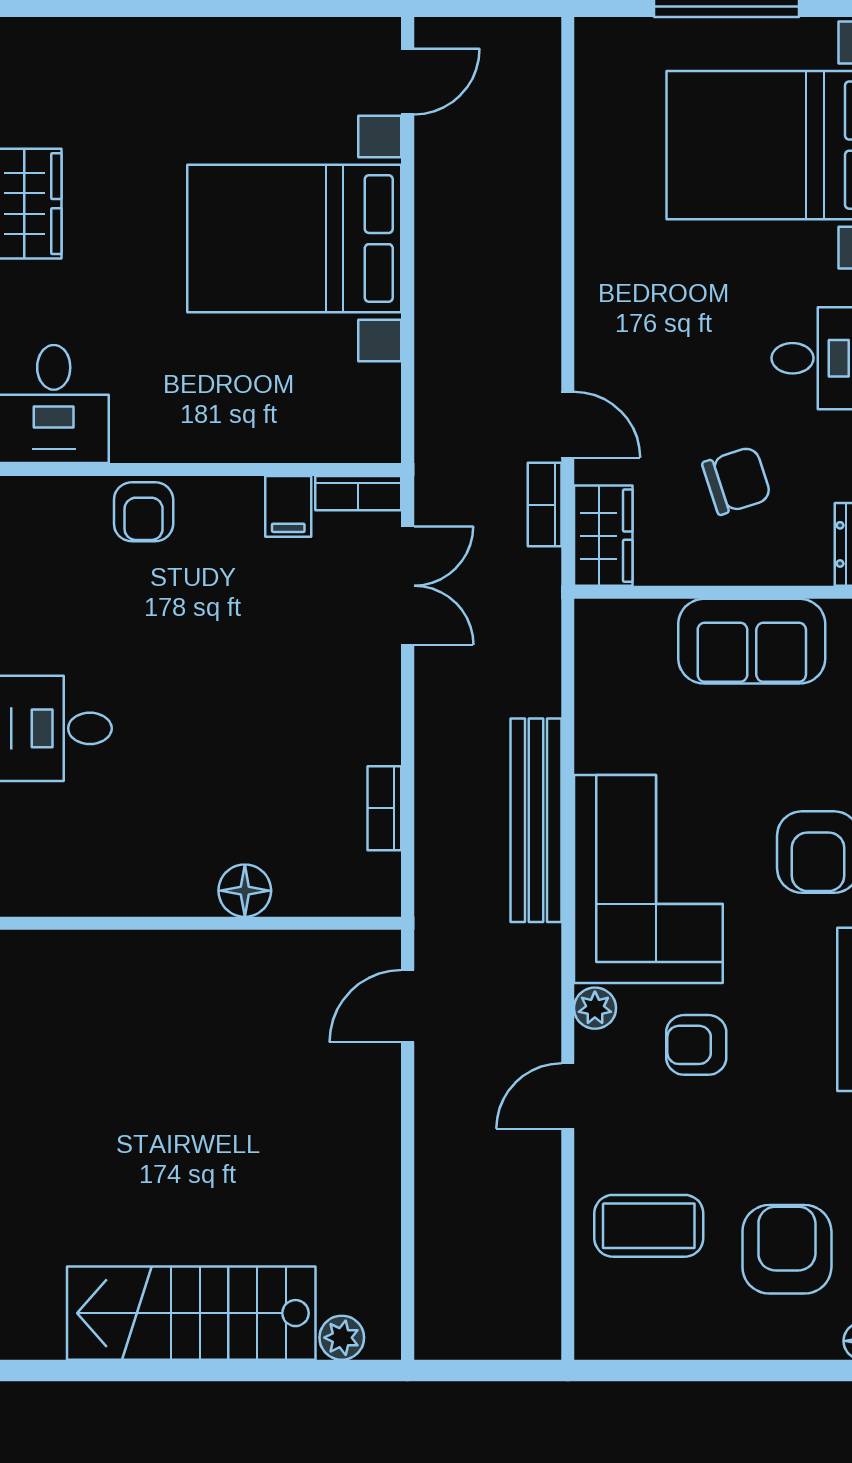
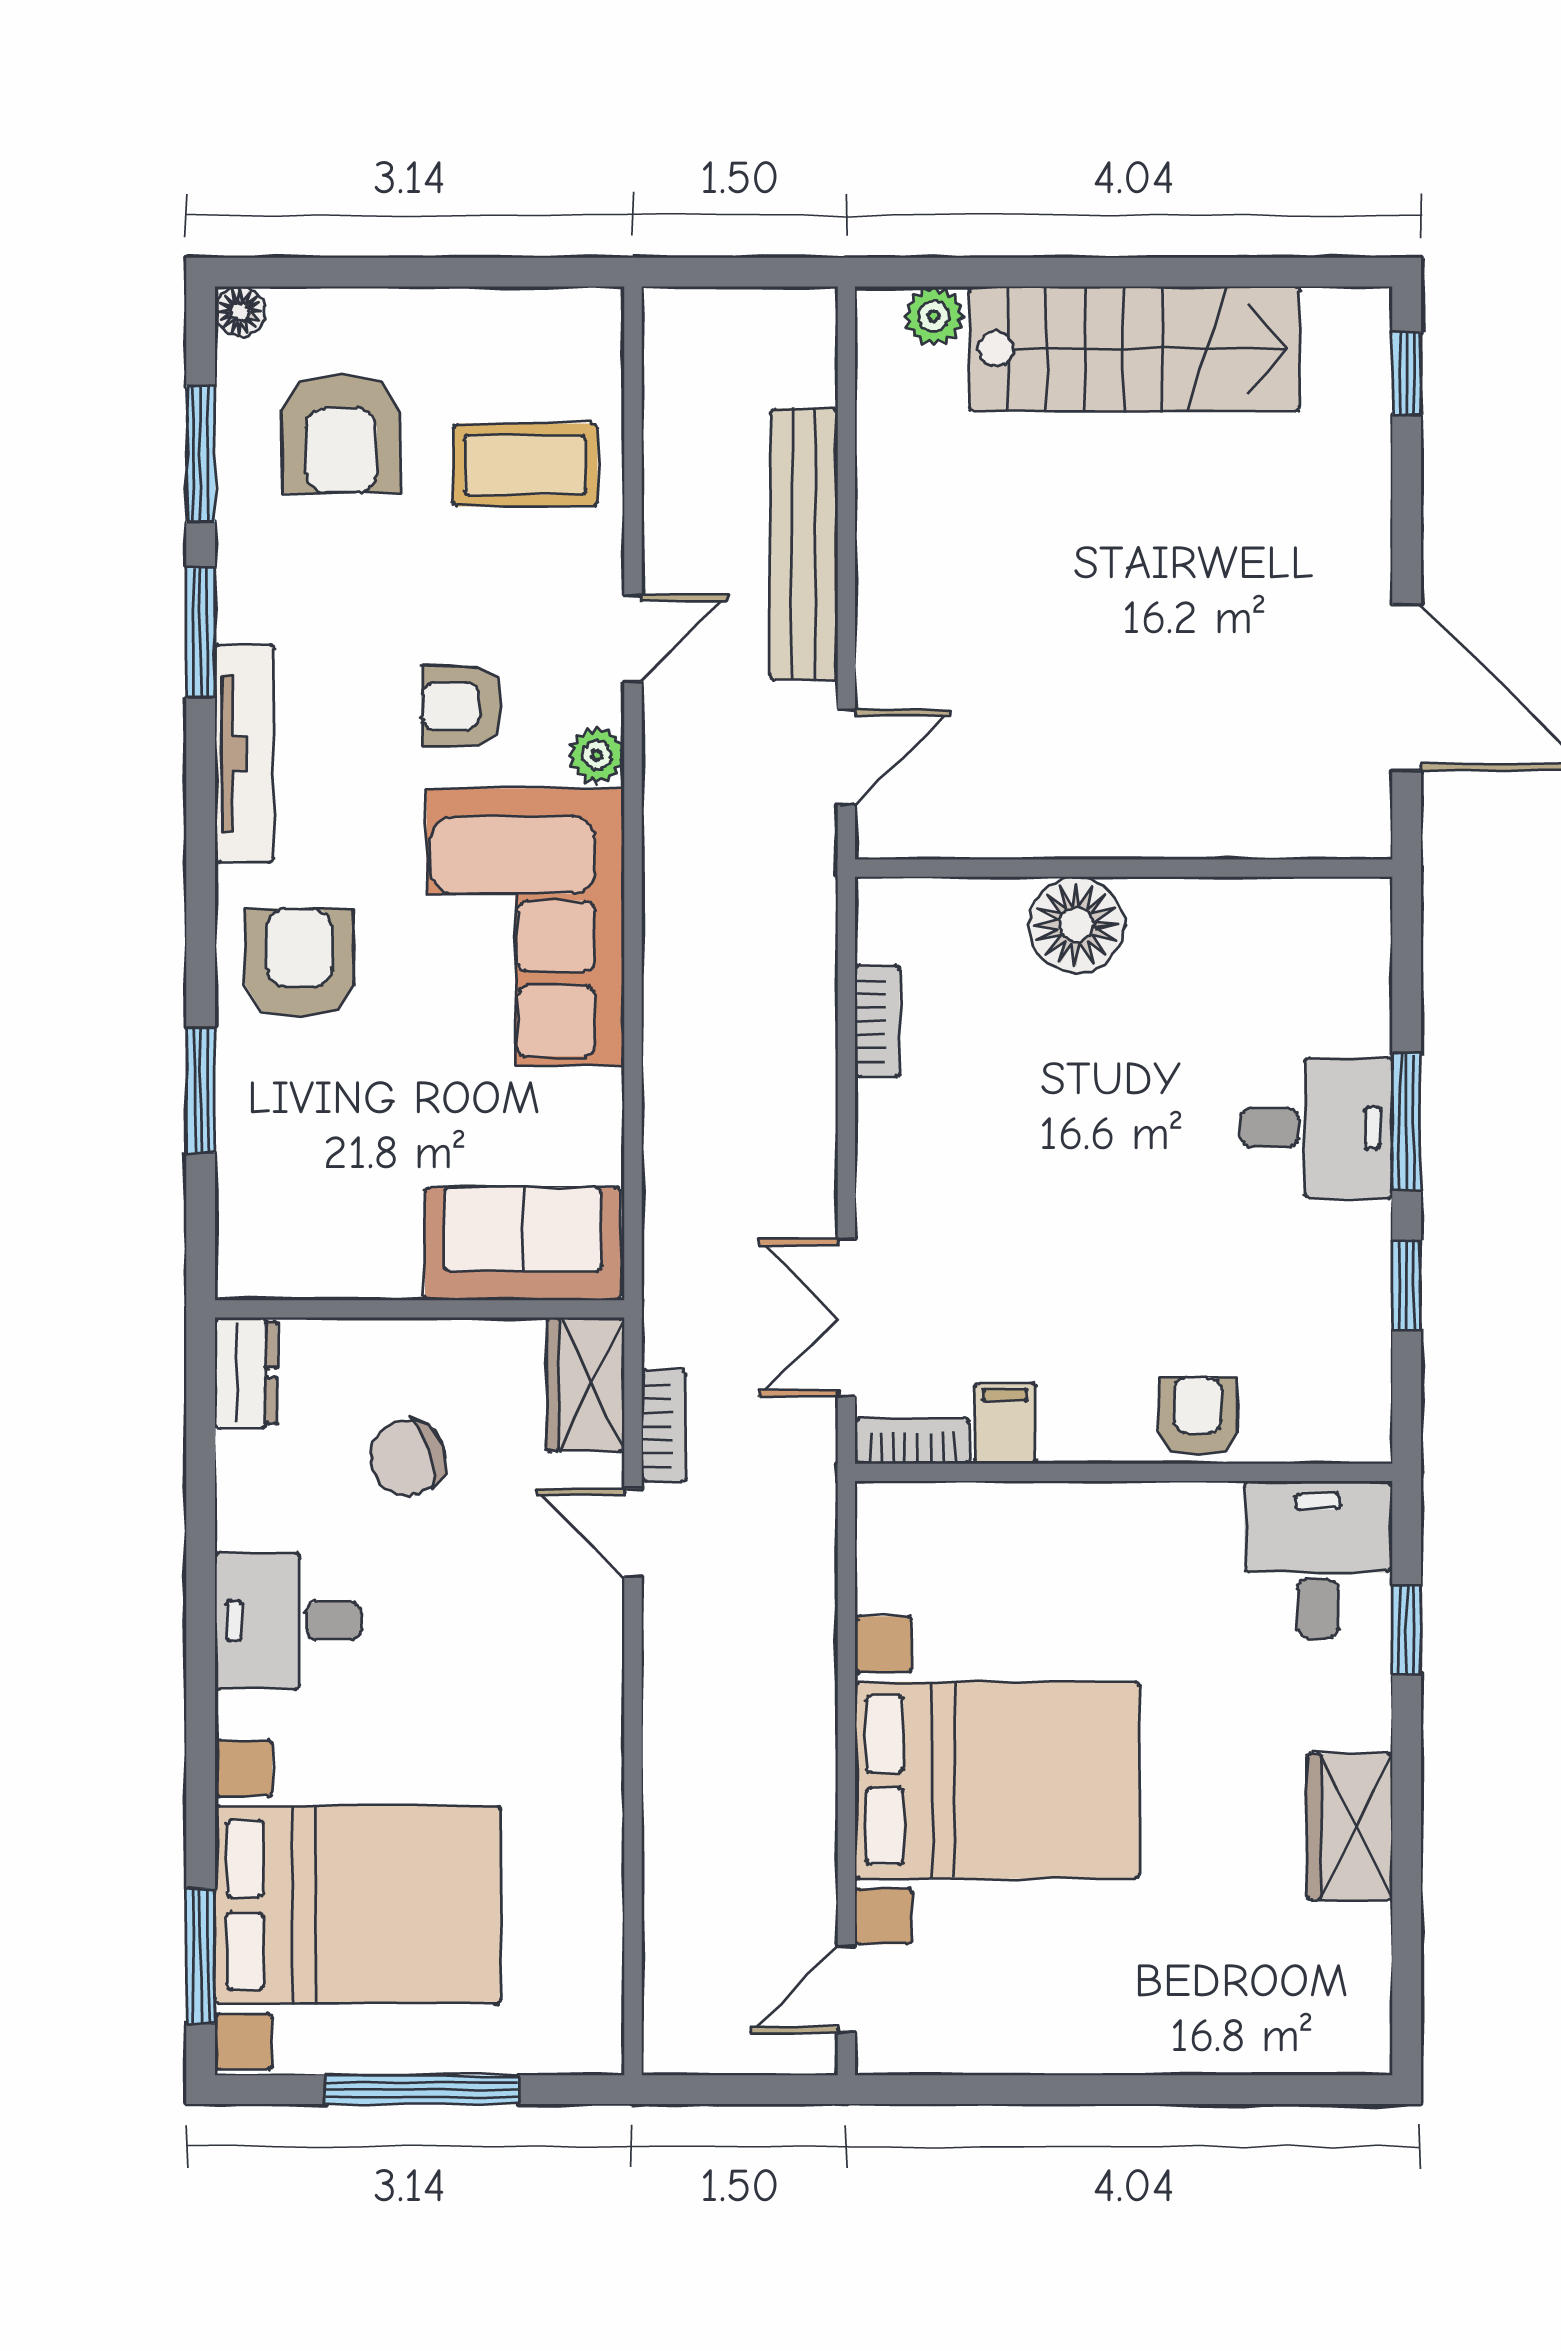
sofa: (752, 641) -> (523, 1244), moved
bench: (536, 820) -> (804, 544), moved
floor lamp: (245, 891) -> (1076, 925), width x1.38, depth x1.38
armchair: (696, 1045) -> (462, 706), turned 180

